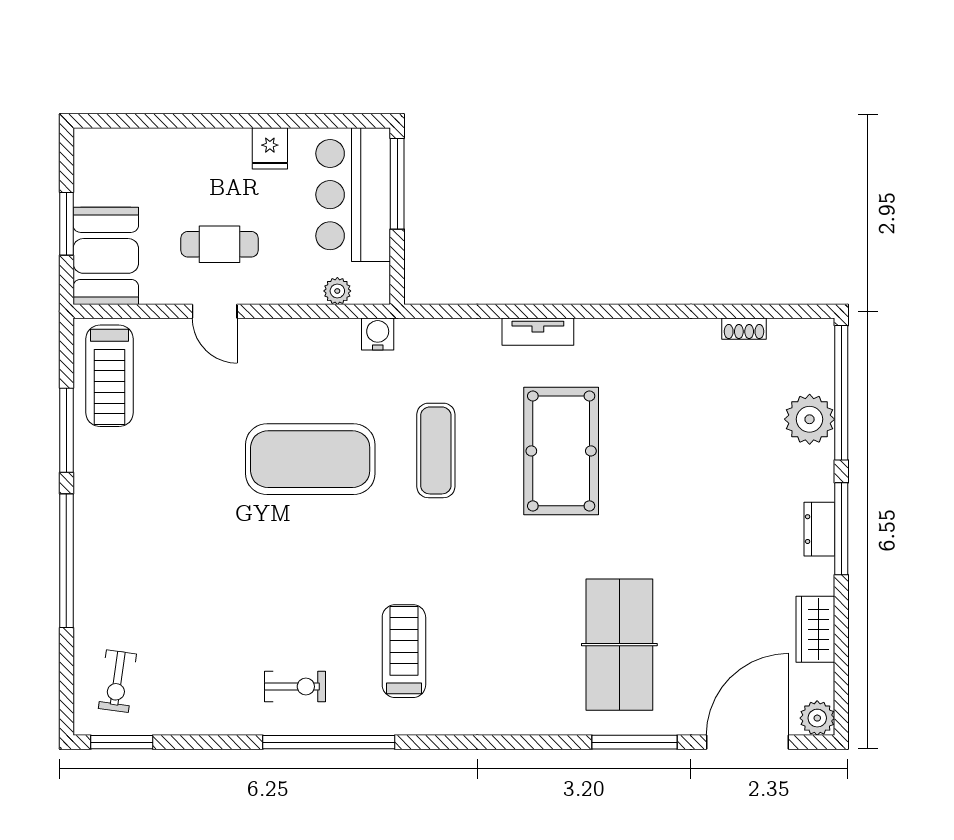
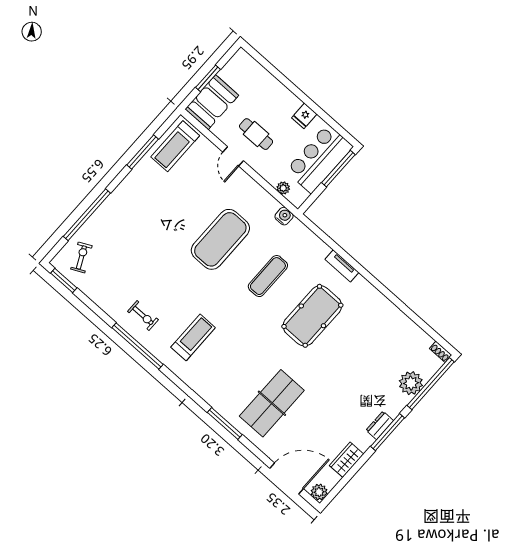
shoe rack: (744, 329) -> (441, 352), moved
exercise mat: (310, 459) -> (220, 239), turned 90
window: (66, 561) -> (87, 215), moved
exercise bike: (117, 681) -> (81, 257), turned 146
window: (634, 742) -> (225, 424), moved

